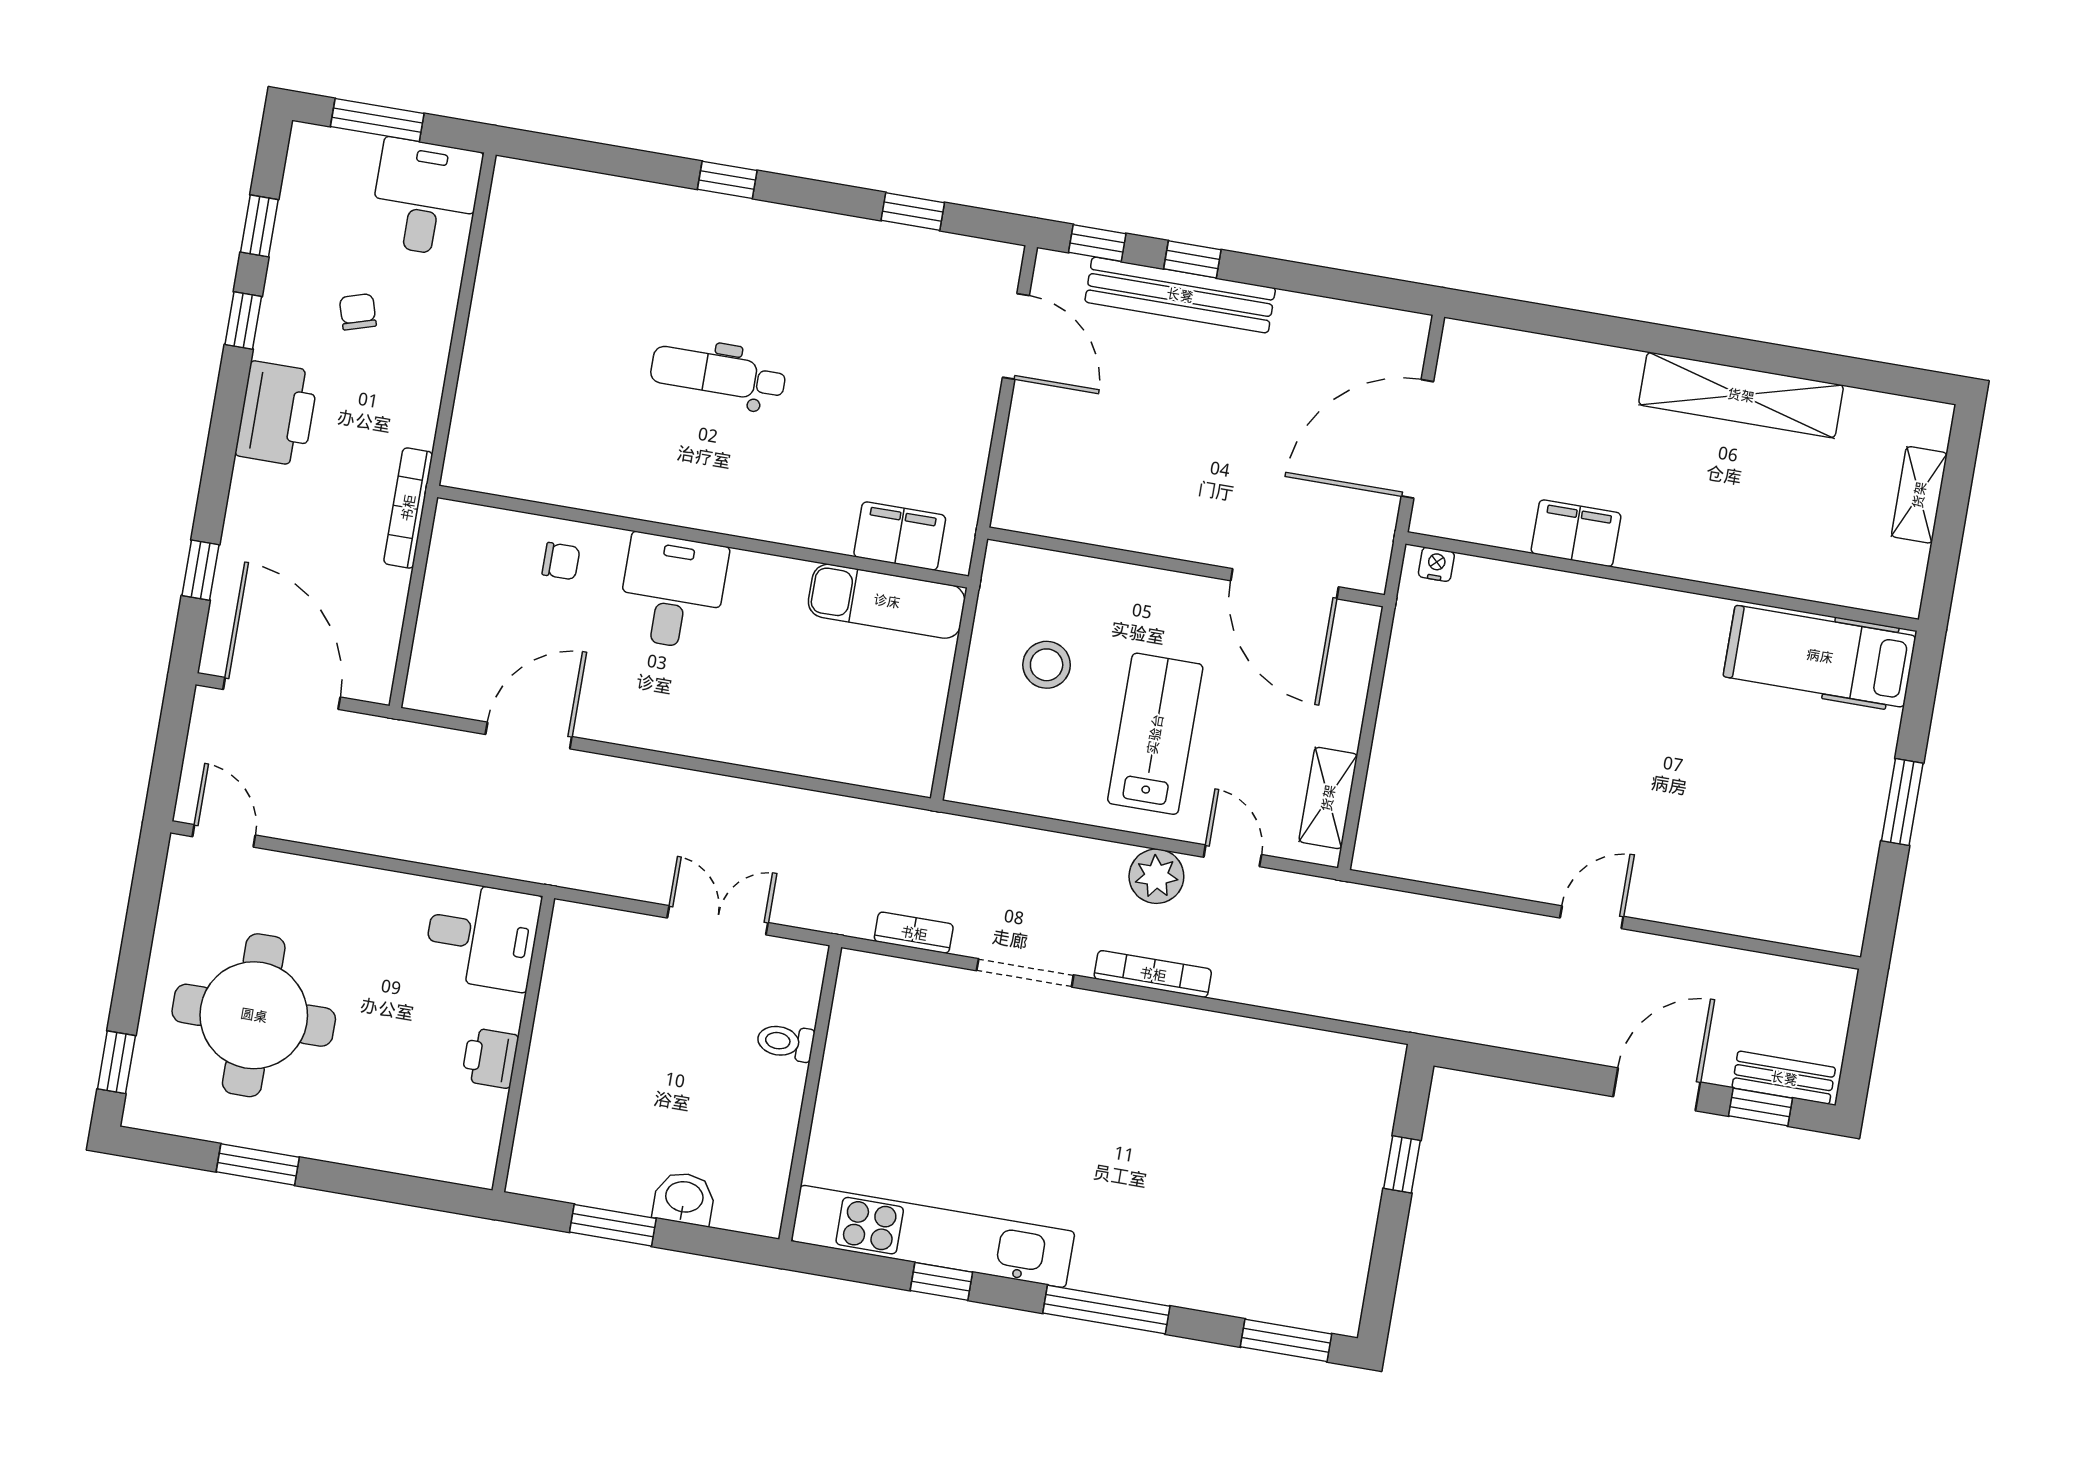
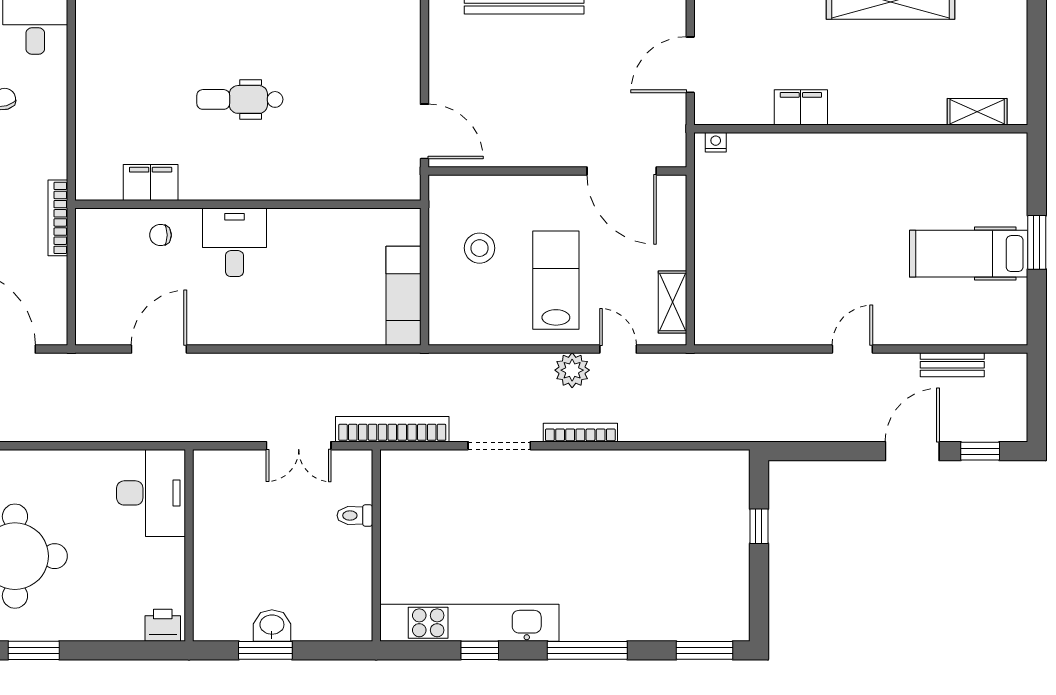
door: (1016, 336) -> (424, 131), moved
door: (1417, 439) -> (690, 65), width x0.73
shelving: (1919, 495) -> (977, 112), moved, turned 90
filing cabinet: (900, 536) -> (151, 182), moved
chair: (561, 561) -> (160, 235), turned 180
exam couch: (887, 601) -> (403, 296), moved, turned 90
hospital bed: (1820, 656) -> (969, 254), moved
double door: (718, 920) -> (299, 446), swing flipped
bookcase: (914, 933) -> (392, 429), width x2.31, depth x1.31
desk: (482, 936) -> (151, 493), width x1.37
printer: (490, 1058) -> (163, 625), moved, turned 90
bench: (1784, 1078) -> (952, 365), moved
washbasin: (684, 1198) -> (272, 626), moved

